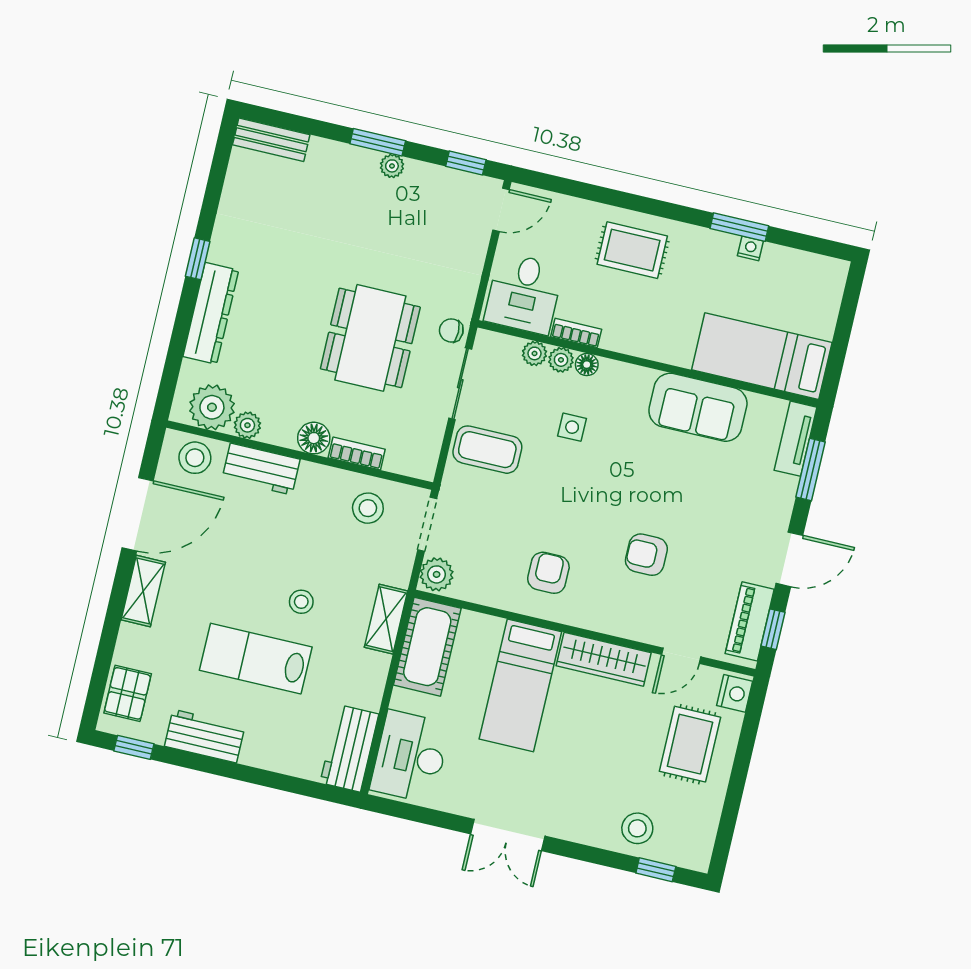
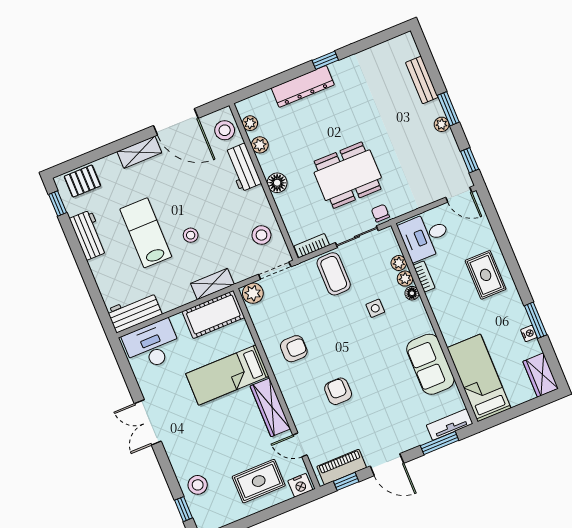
bench: (271, 140) -> (422, 80), moved
wardrobe: (816, 272) -> (541, 375), added
plant: (212, 407) -> (250, 123), width x0.53, depth x0.53
bookcase: (357, 454) -> (312, 246), moved, turned -90

